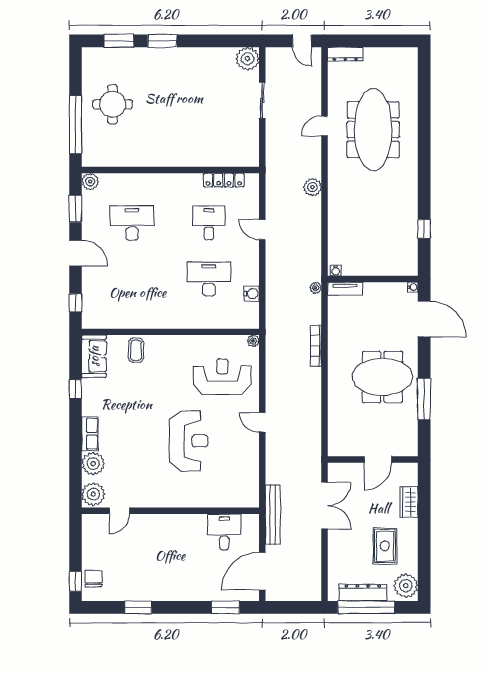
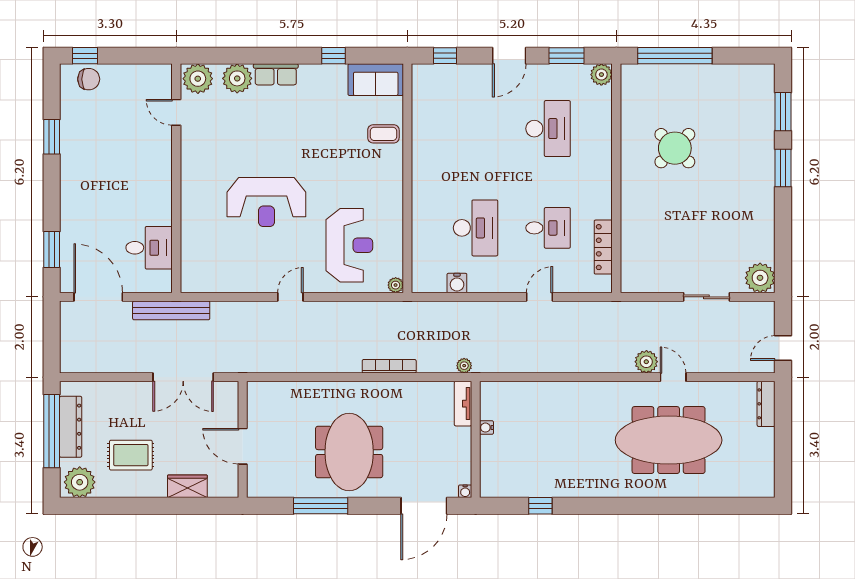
round table: (113, 104) -> (675, 148), moved, turned 45
plant: (313, 187) -> (646, 362), moved
water cooler: (336, 271) -> (486, 428), moved

